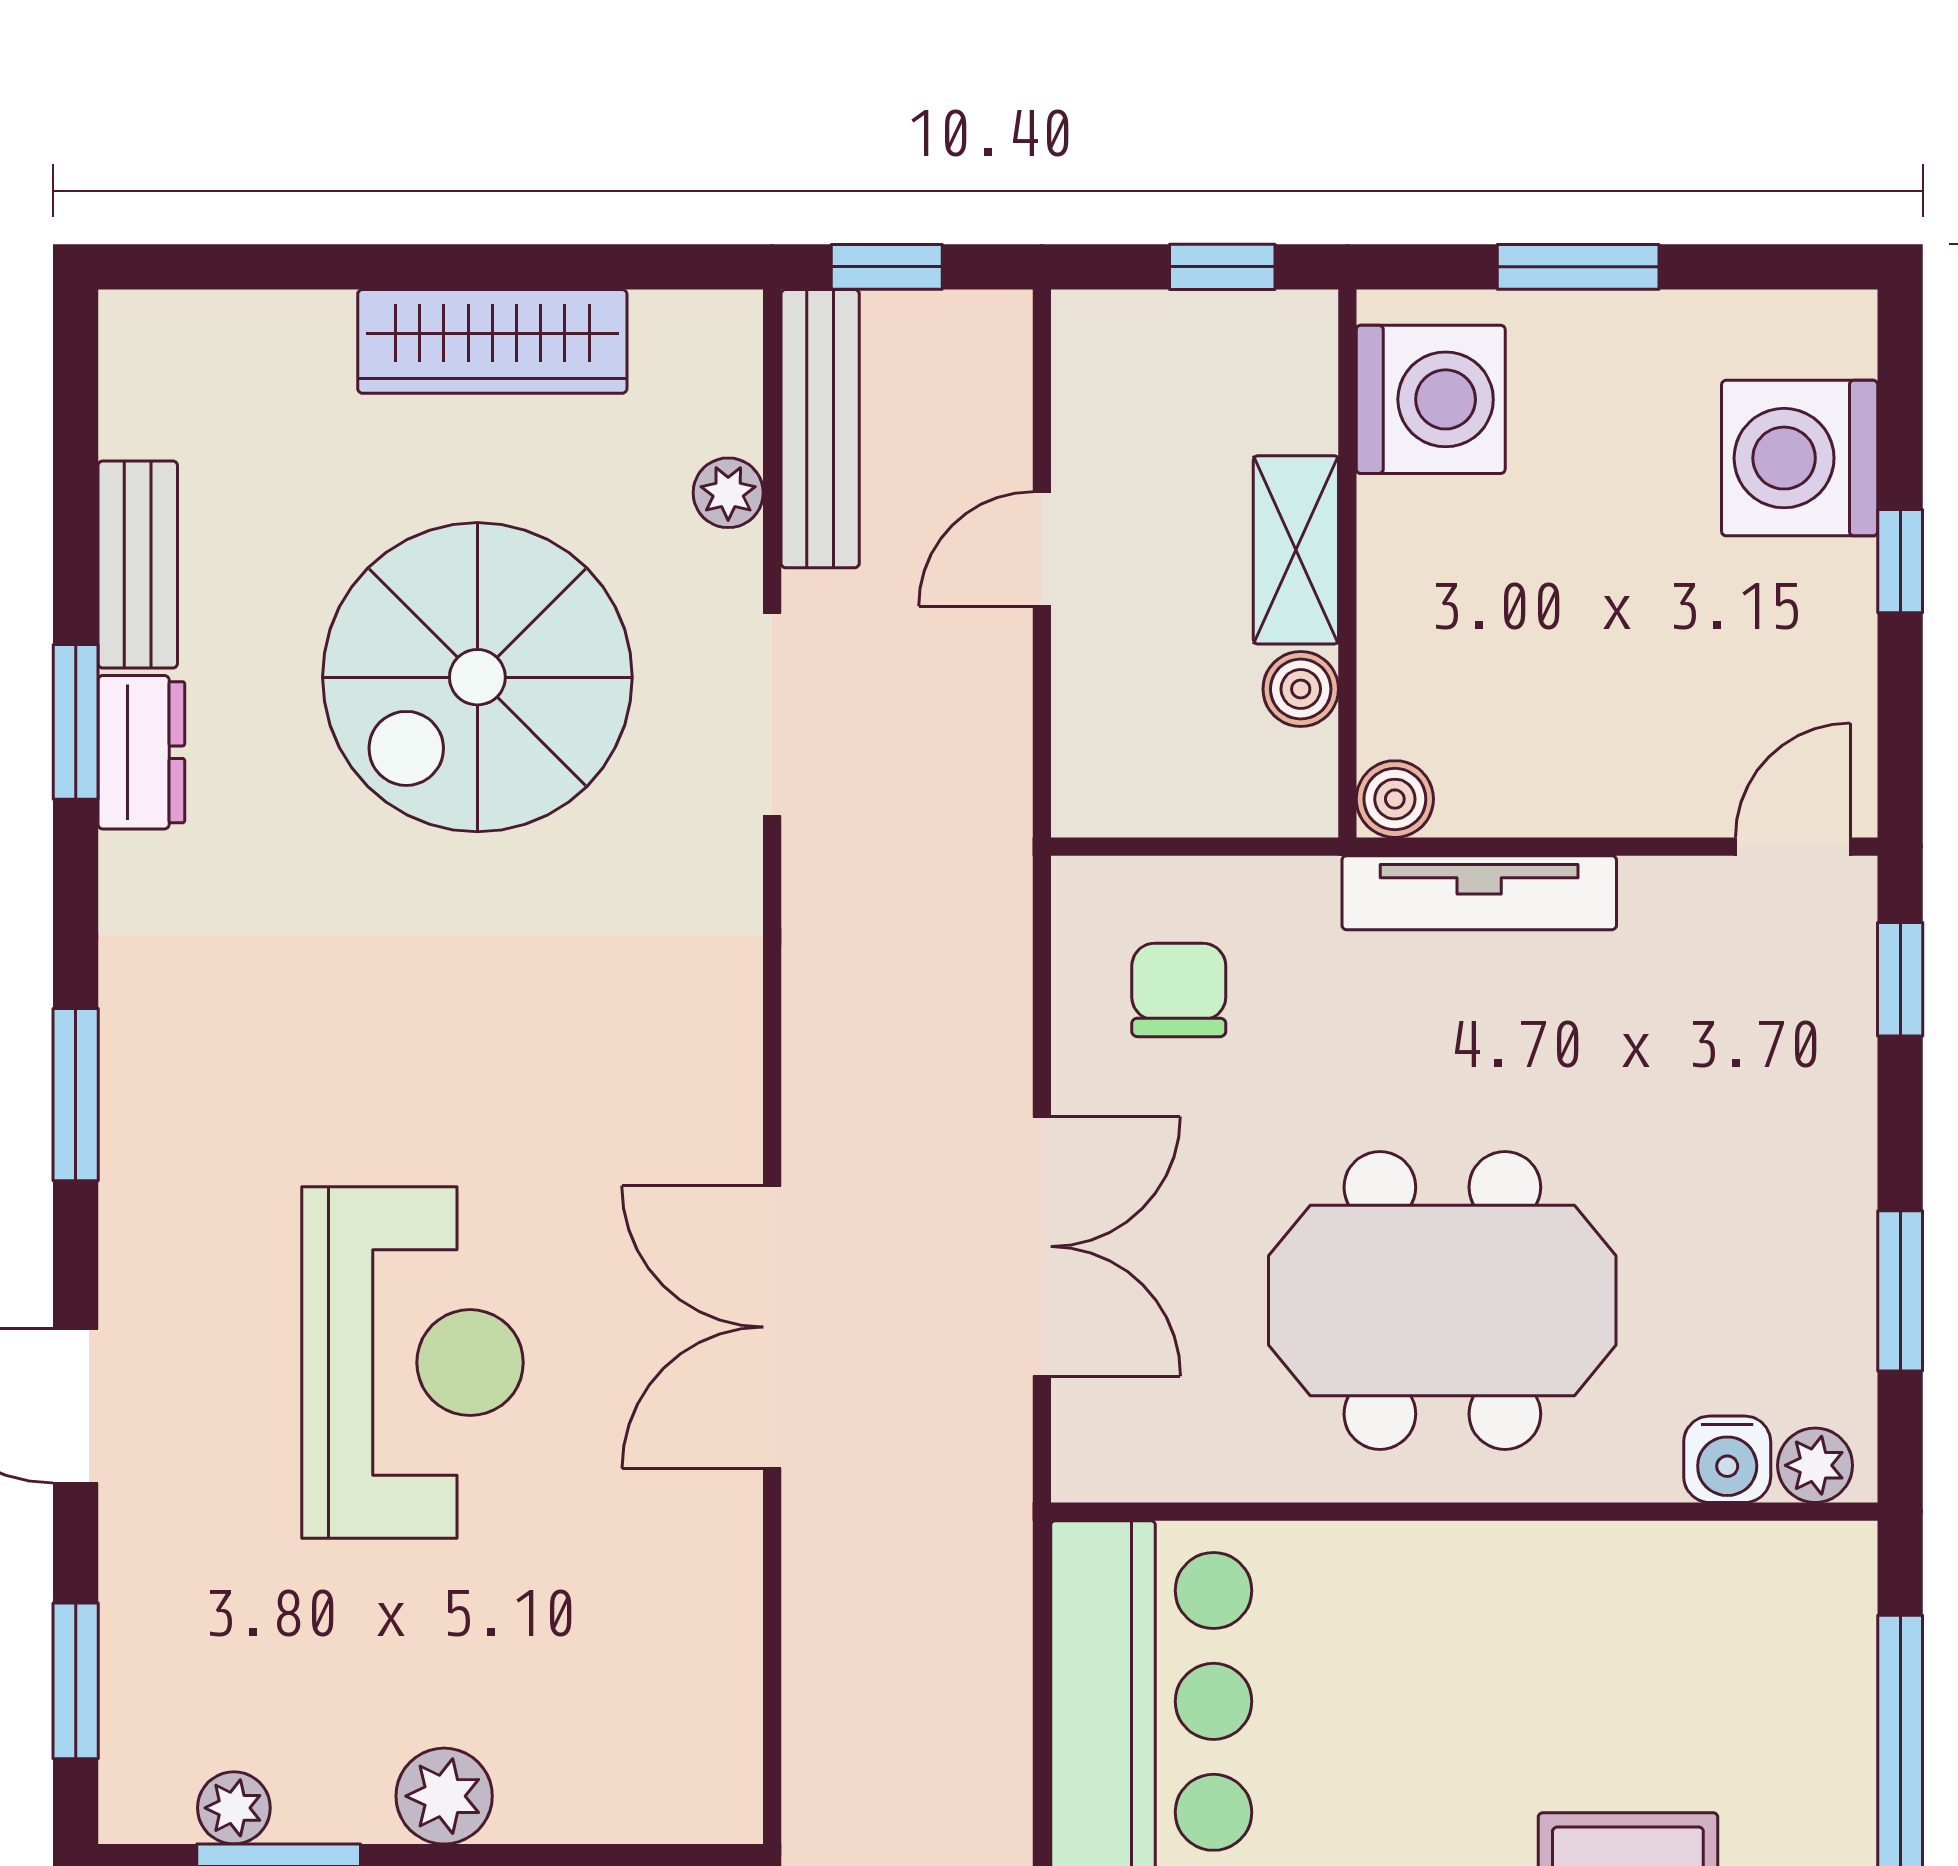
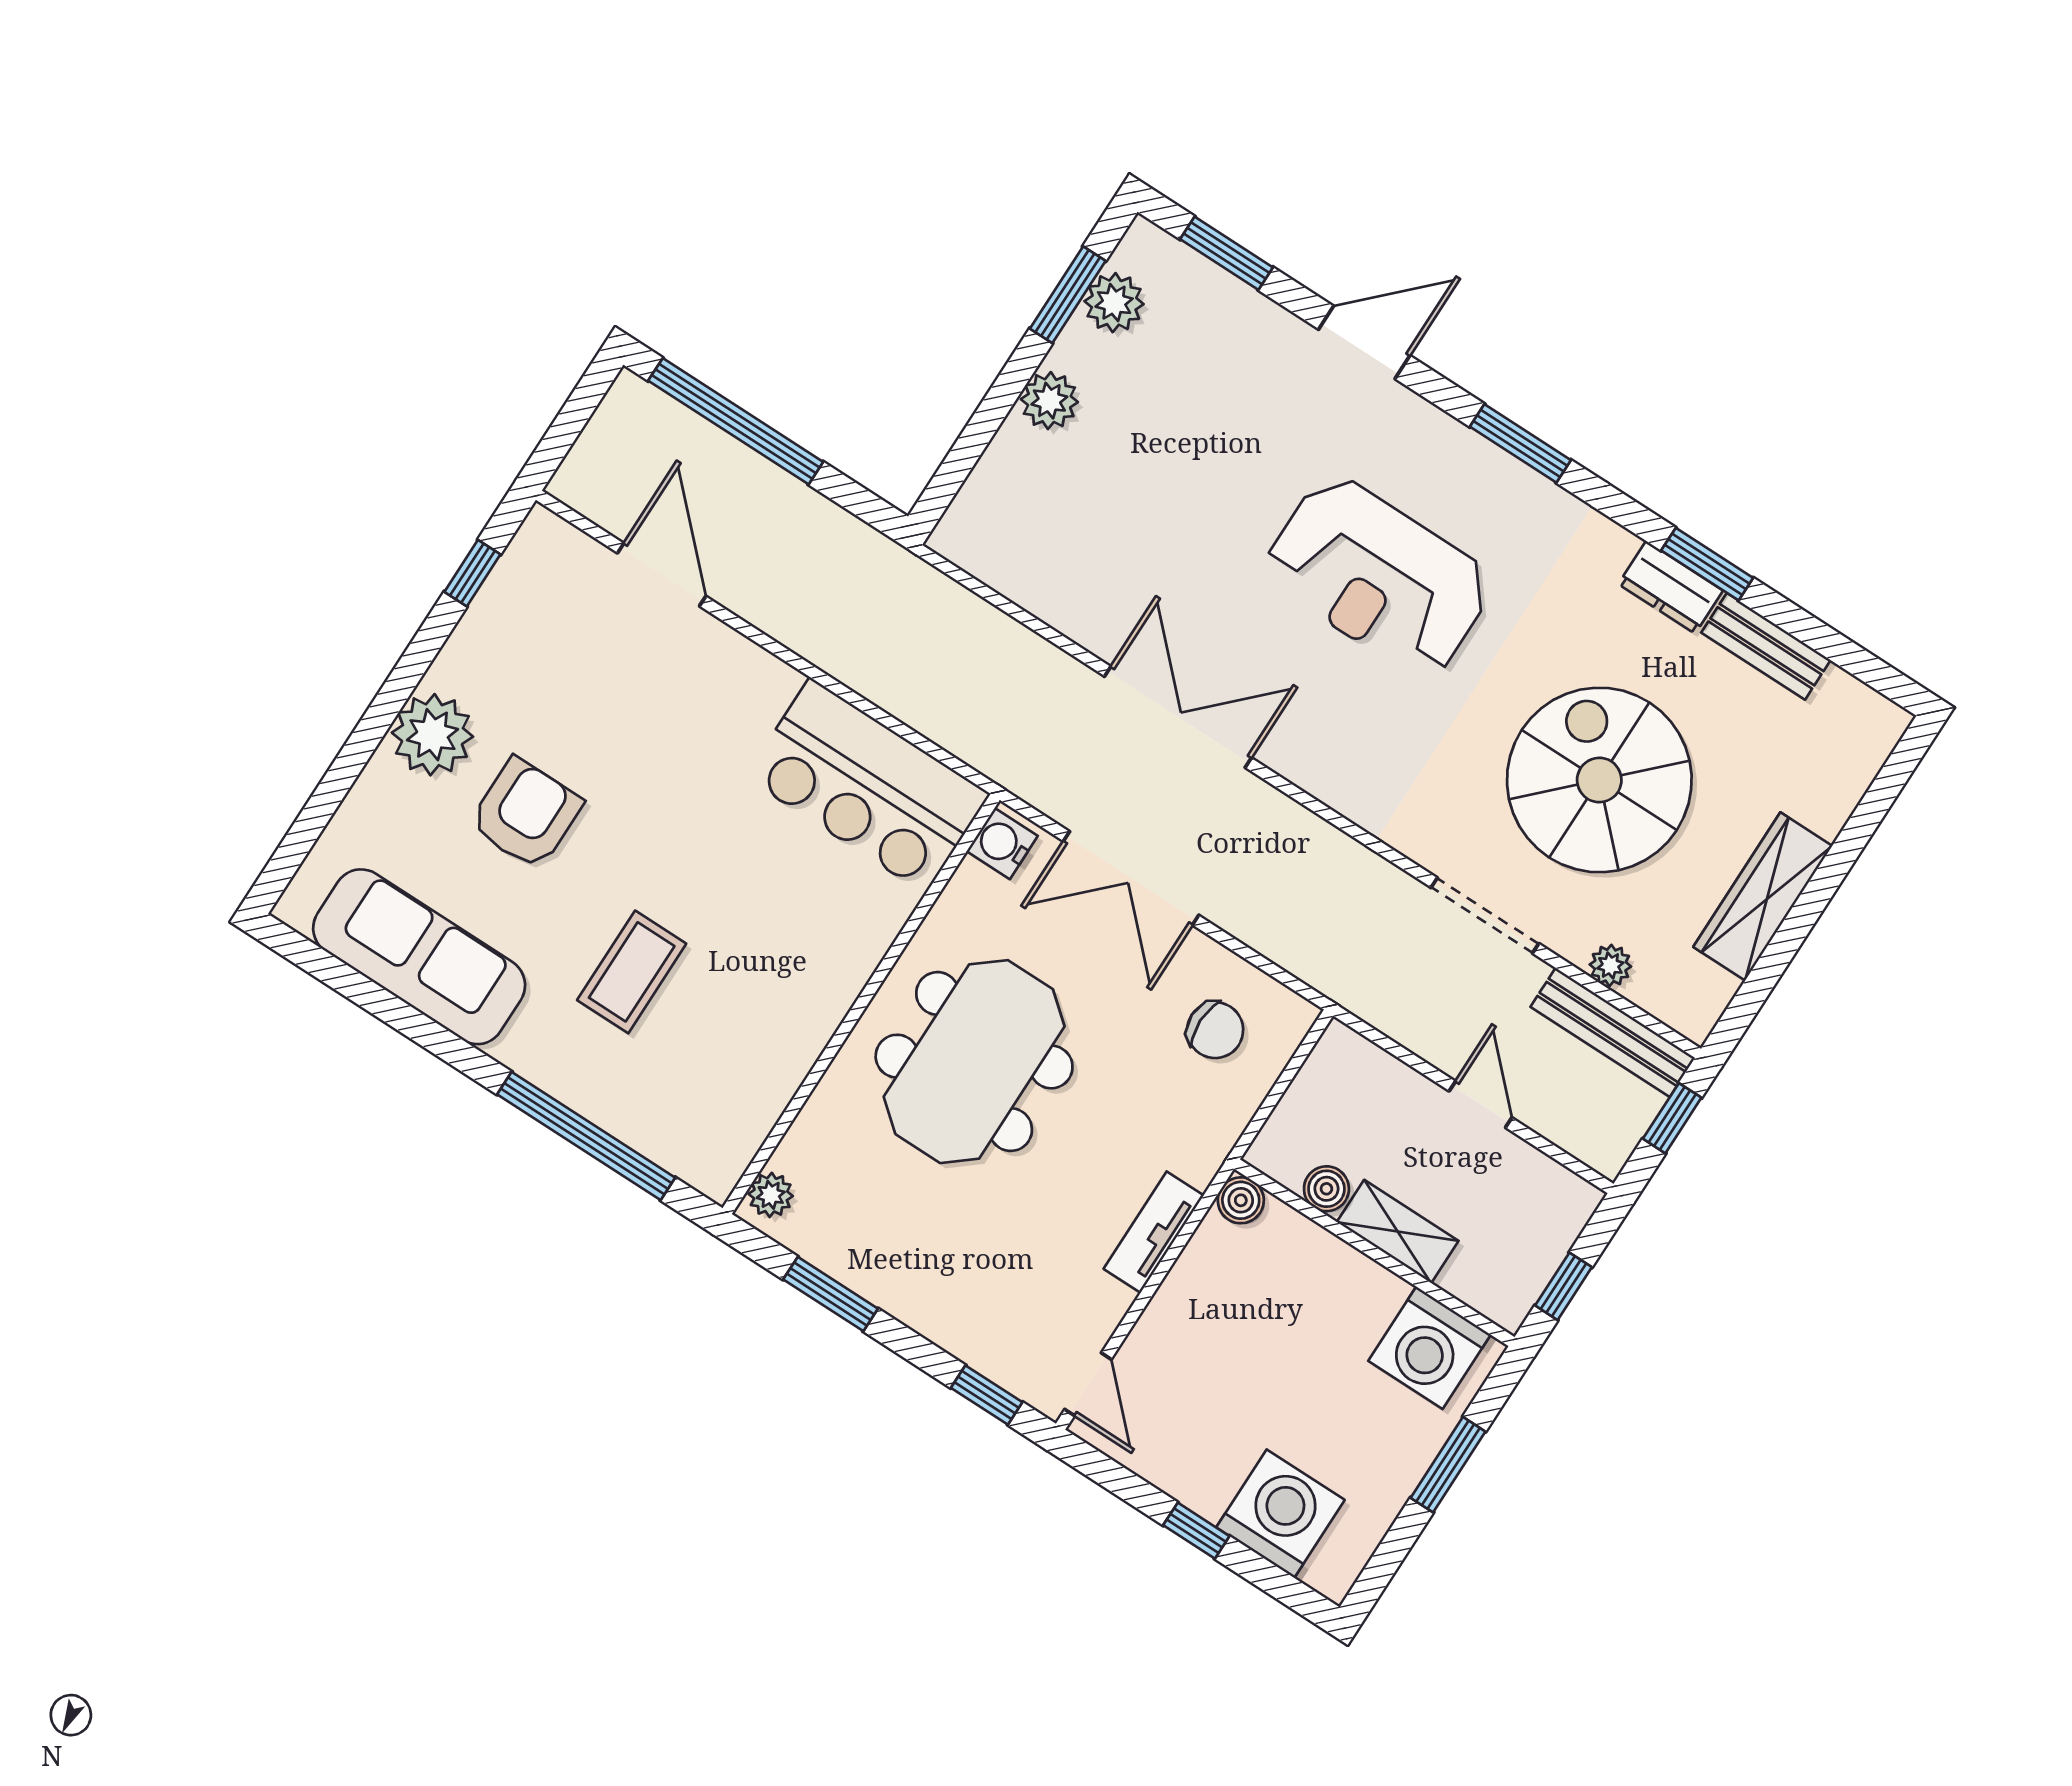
tv unit: (1479, 893) -> (1154, 1232), width x0.71
reception desk: (413, 1363) -> (1378, 577), moved
water cooler: (1727, 1459) -> (1002, 844), moved
plant: (234, 1808) -> (1114, 303), width x1.38, depth x1.38

